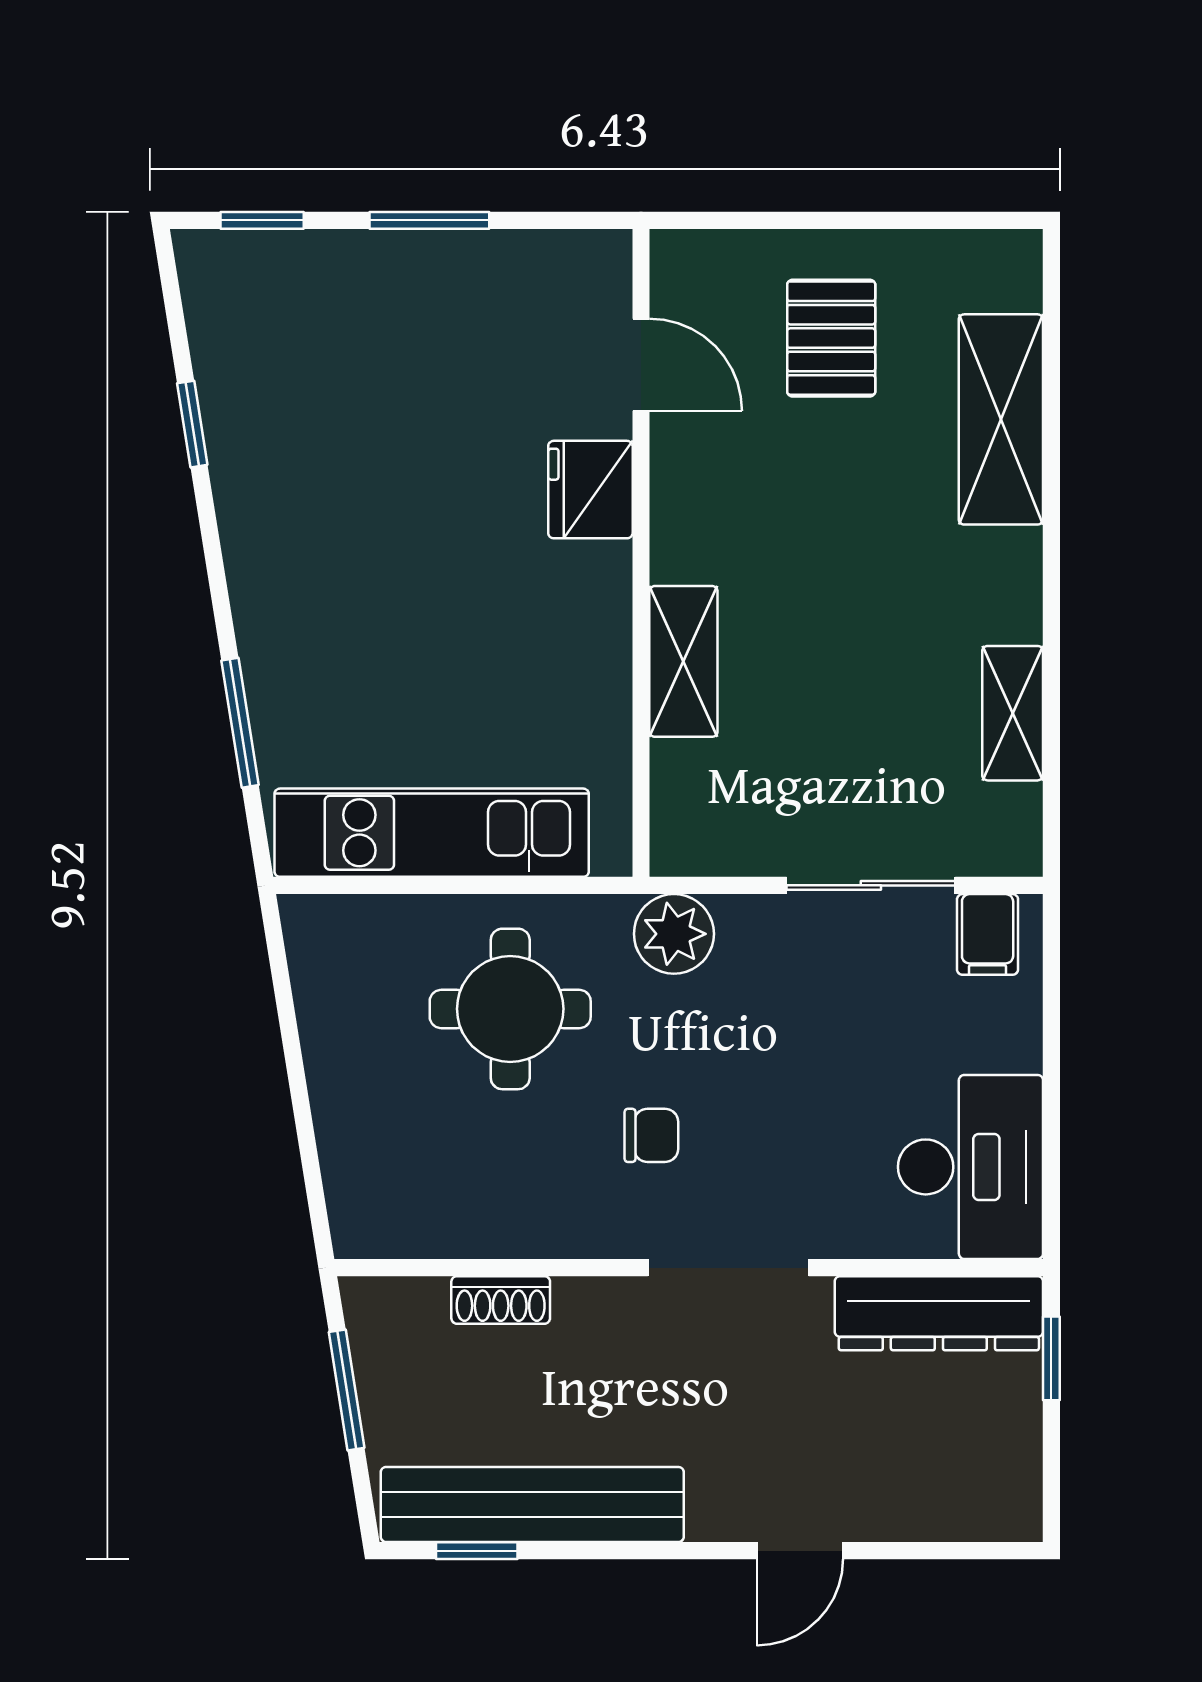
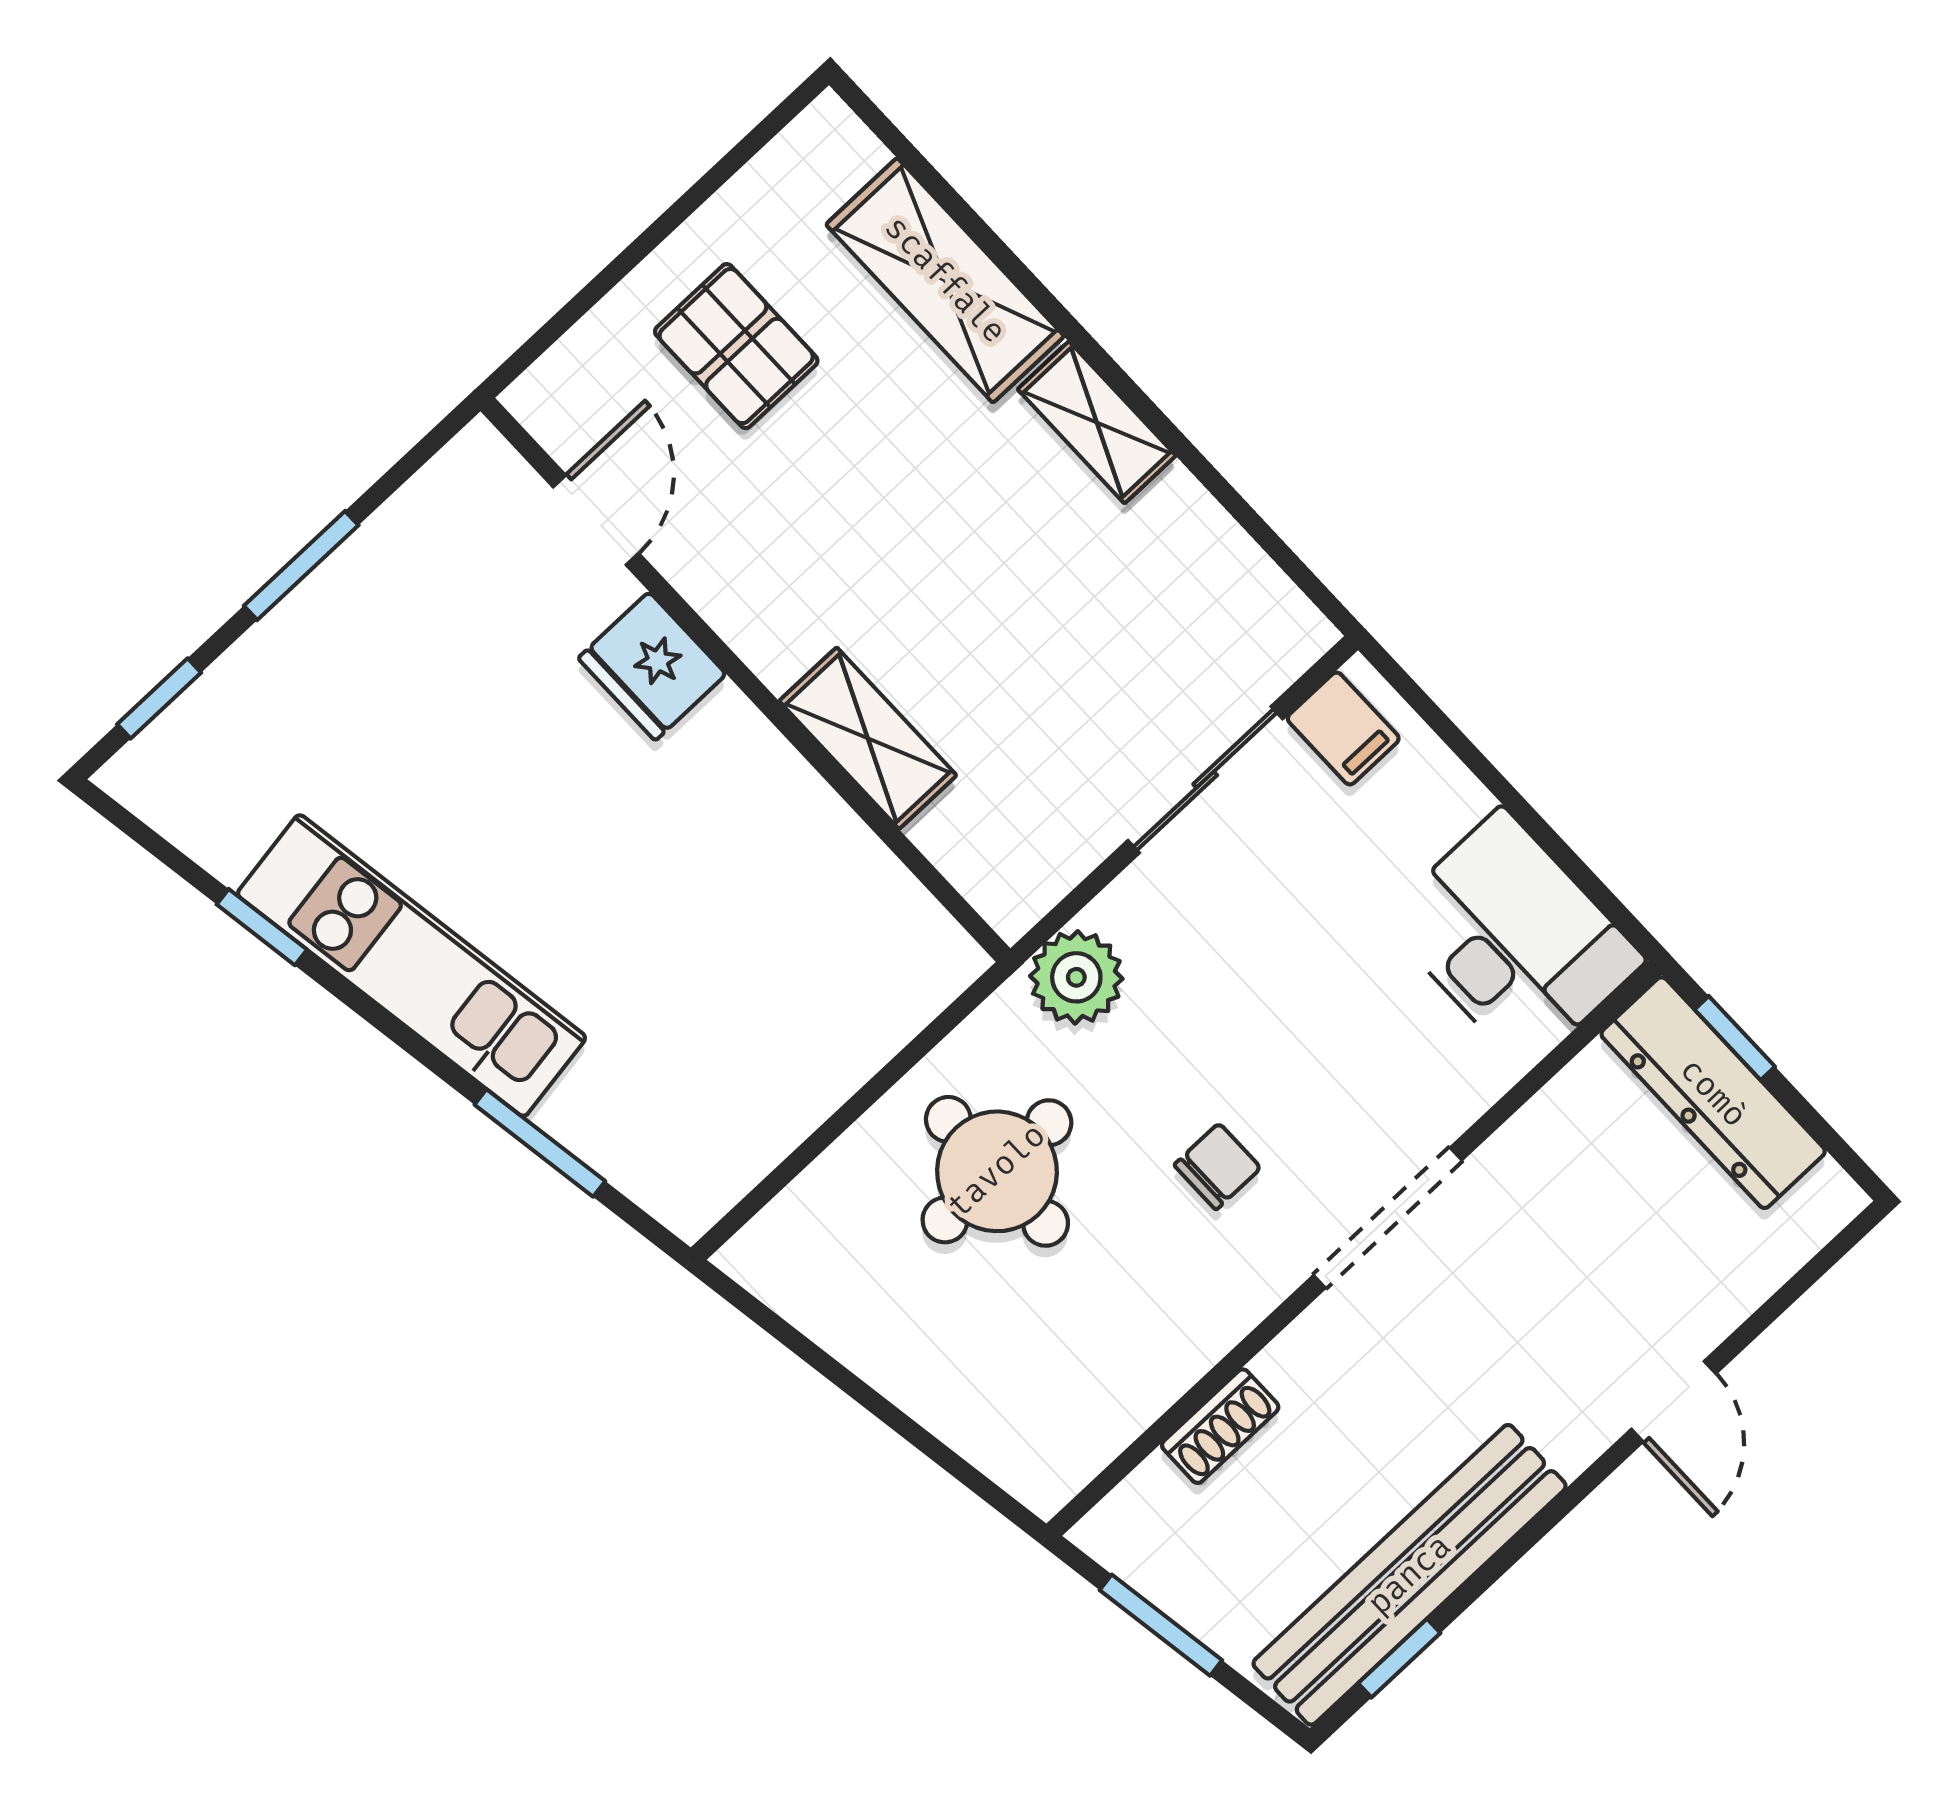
door: (641, 365) -> (596, 520), hinge flipped
shelving: (1013, 713) -> (1097, 422), moved
kitchen unit: (432, 833) -> (412, 966), moved, turned 81
dresser: (939, 1313) -> (1713, 1093), moved, turned 90

